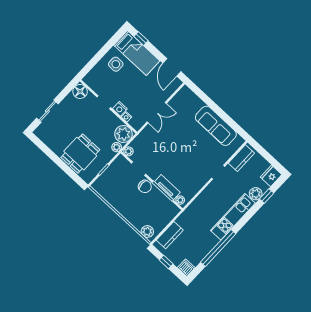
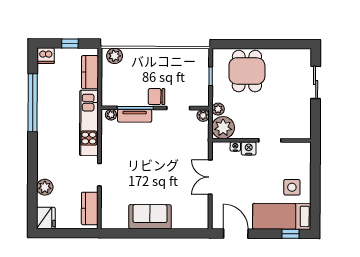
floor lamp: (80, 91) -> (302, 130), removed
sofa: (216, 126) -> (150, 217), width x0.73
window: (267, 196) -> (32, 195), removed
kitchen unit: (233, 217) -> (89, 123), moved, turned 180

